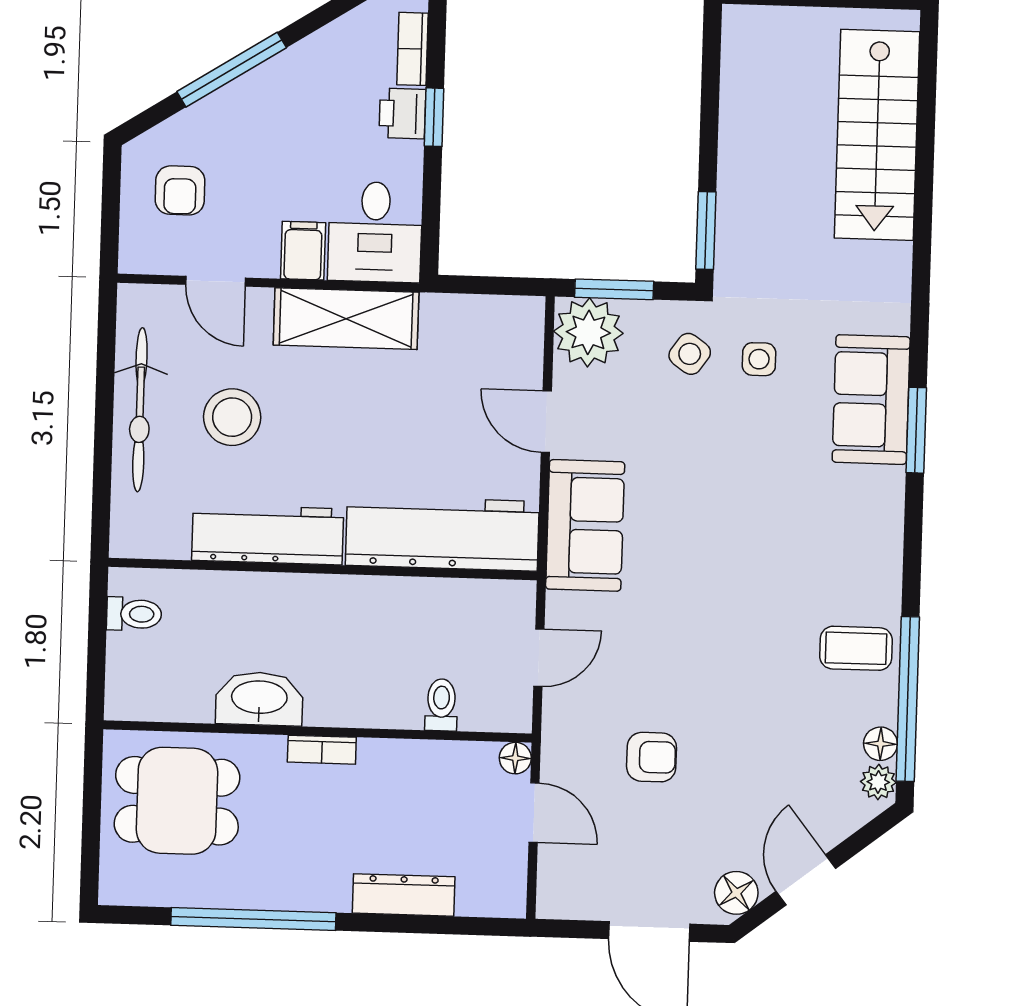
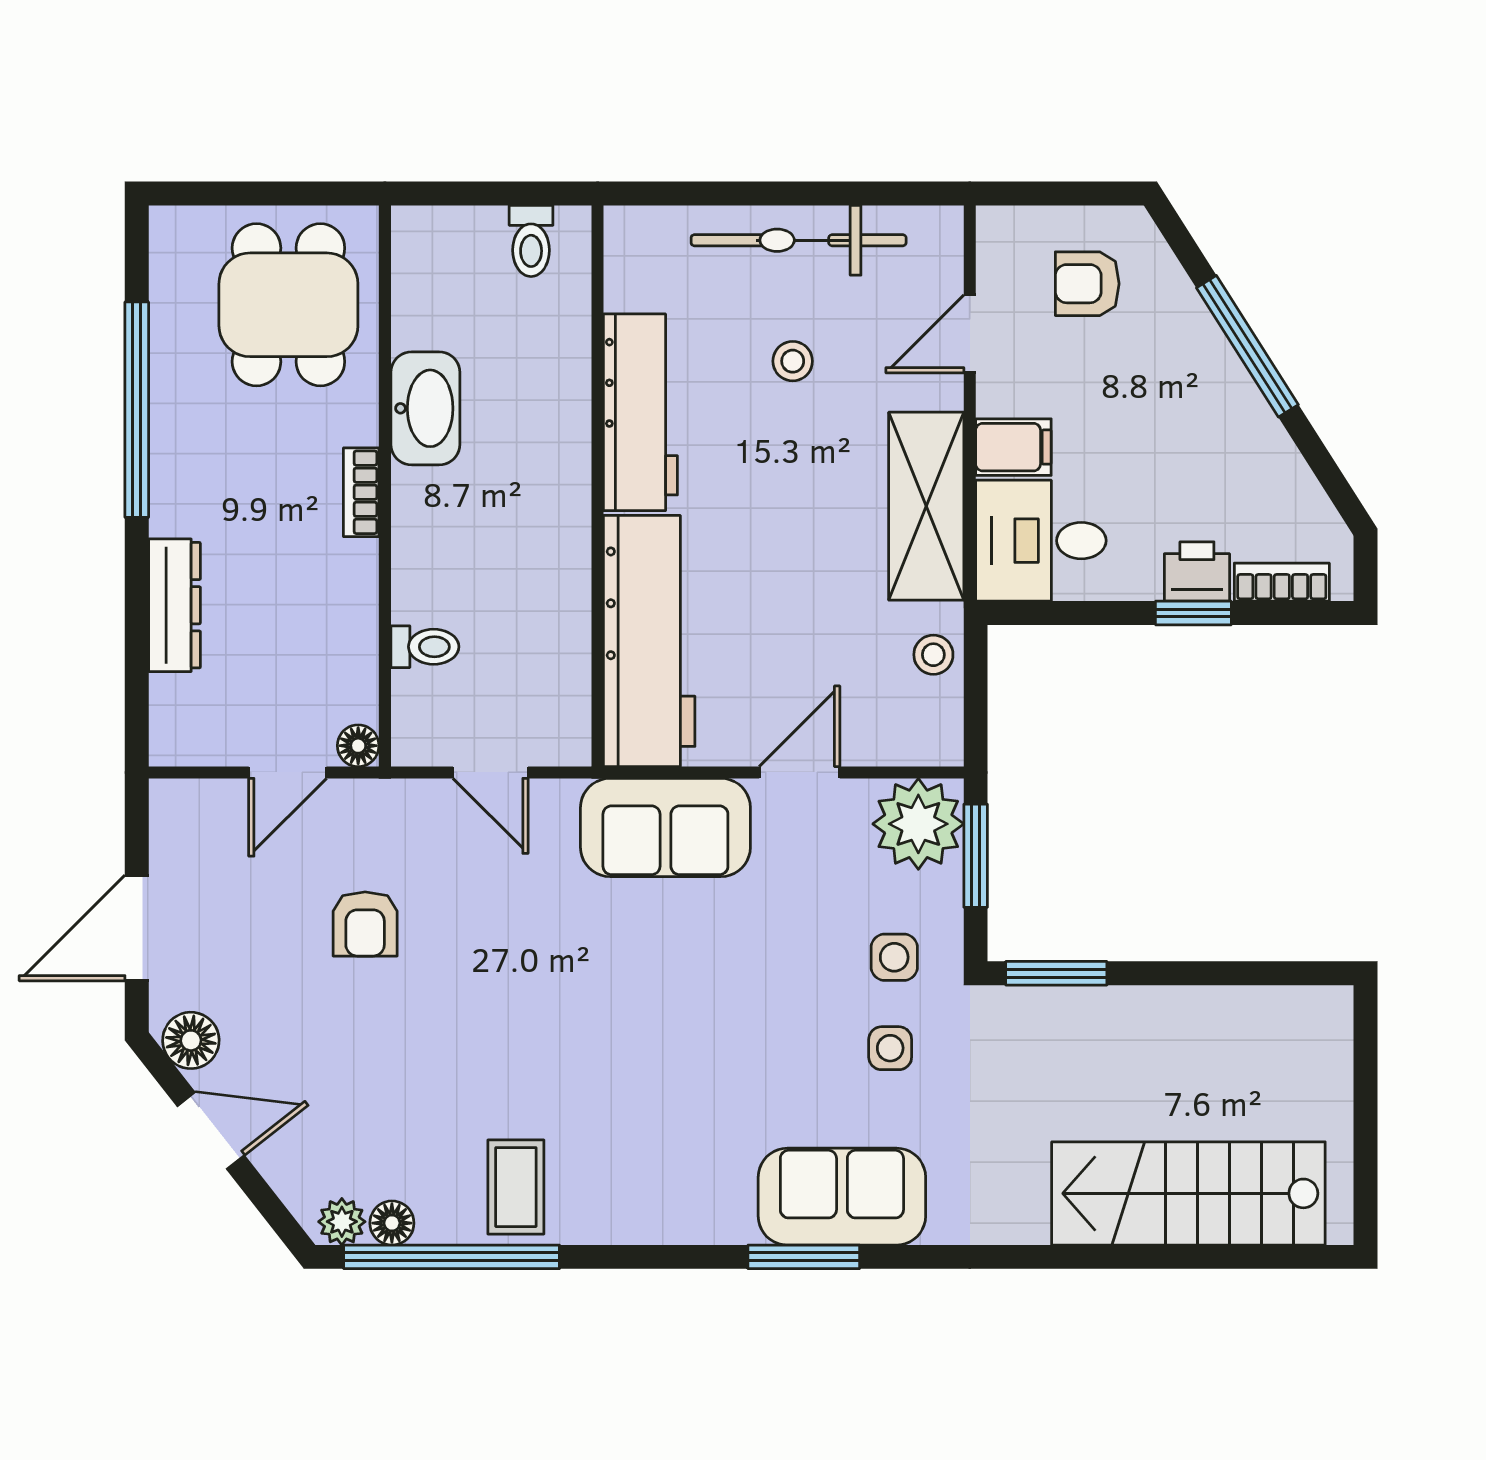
stool: (460, 317) -> (933, 655), added
side table: (690, 354) -> (894, 957), turned -35
stool: (232, 417) -> (793, 361), width x0.53, depth x0.53

